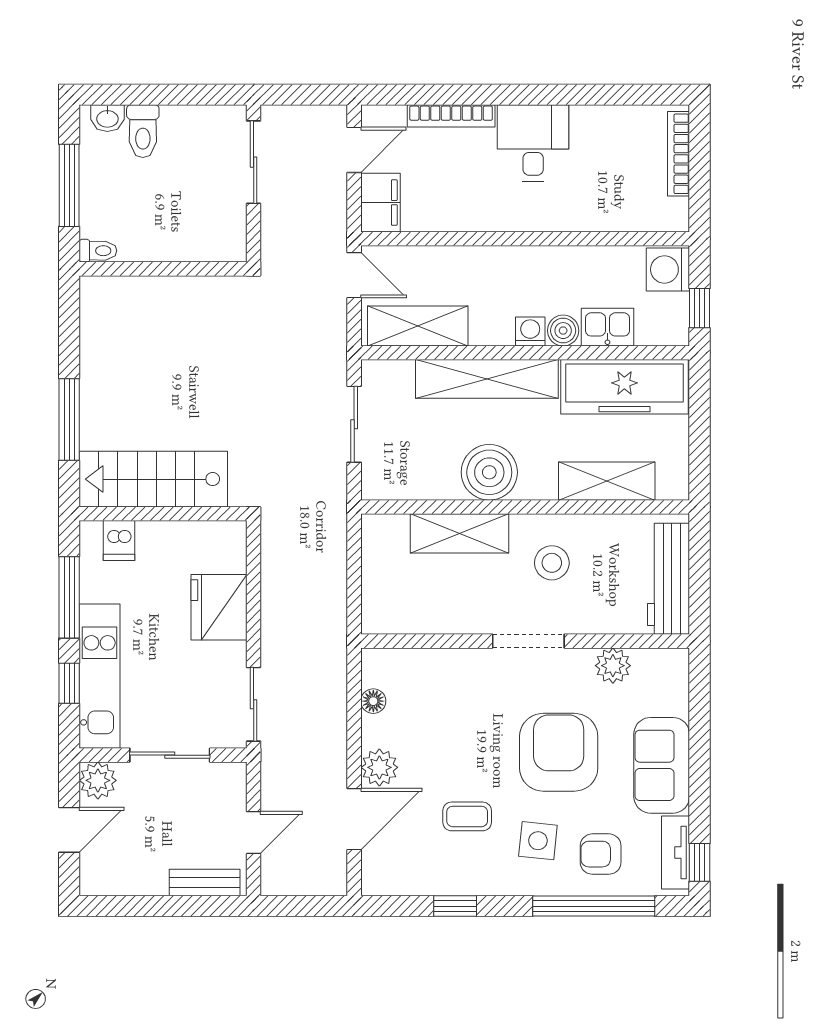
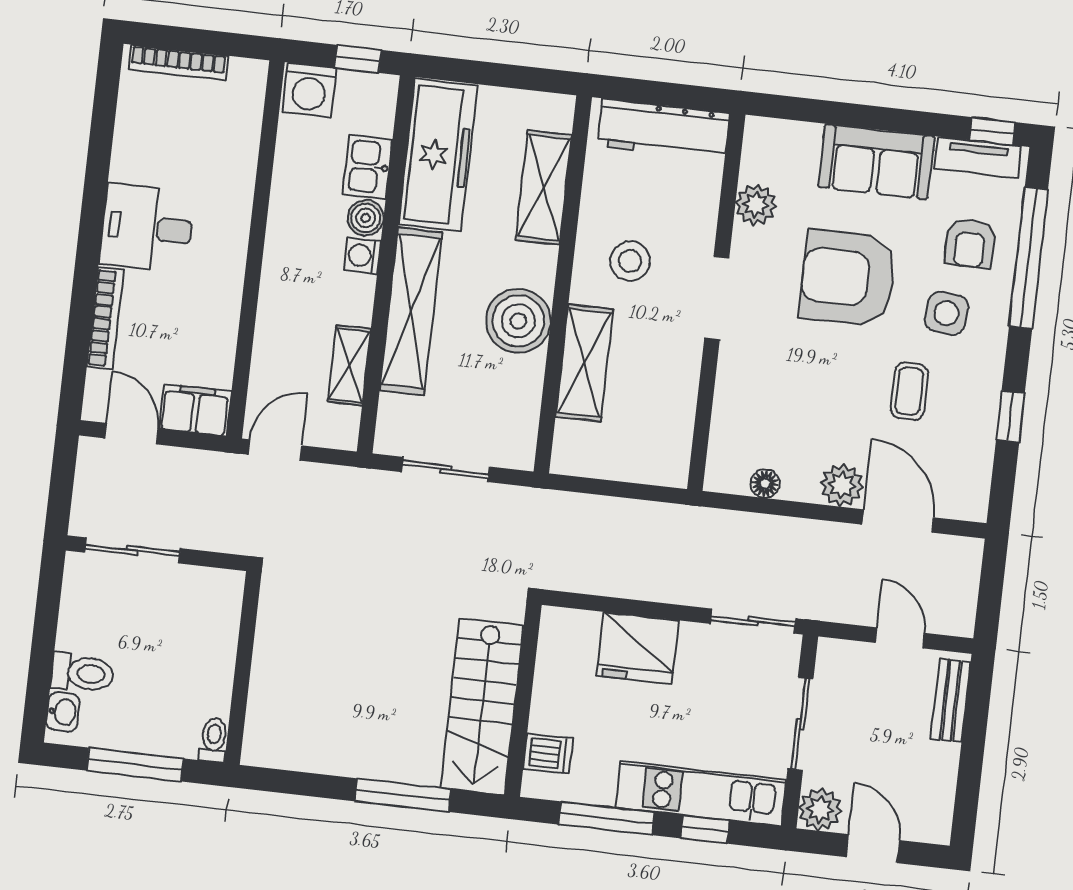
shelving: (418, 326) -> (349, 365), width x0.67, depth x0.75

